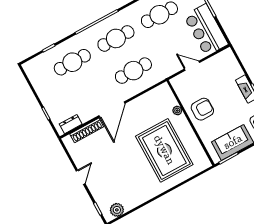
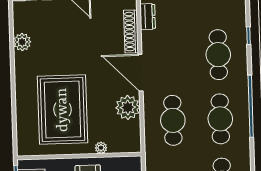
plant: (140, 106) -> (128, 107), added
rug: (164, 150) -> (63, 110), turned 90
plant: (117, 210) -> (22, 42), moved

